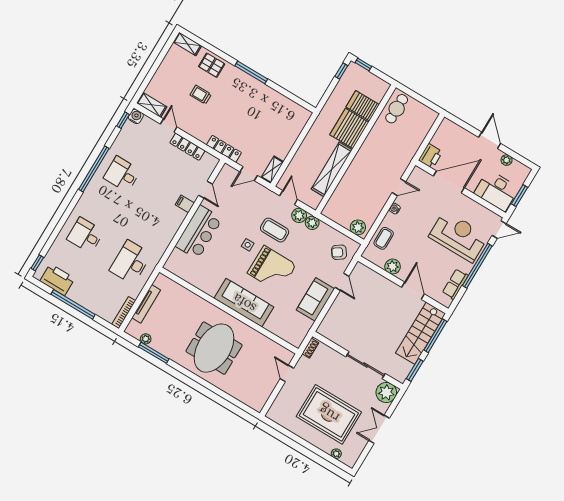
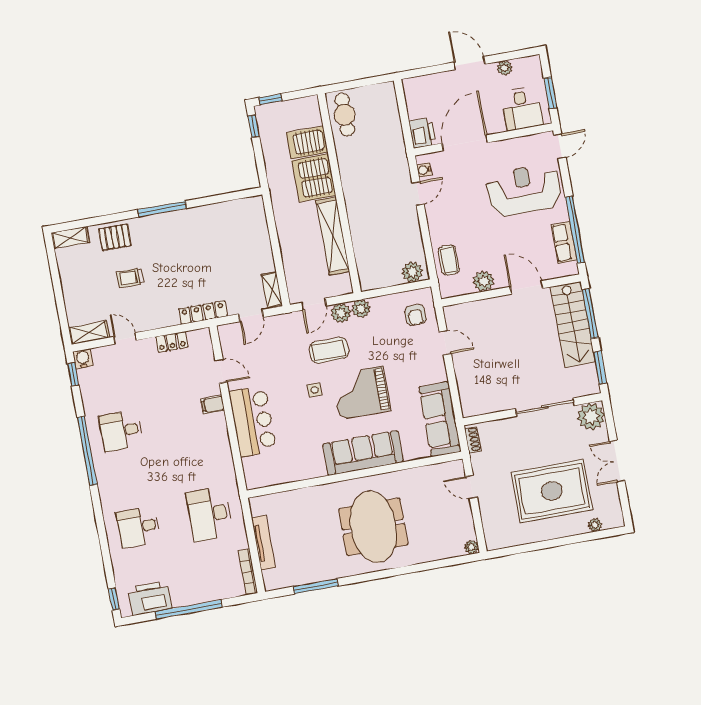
locker: (187, 147) -> (172, 342), width x0.66
desk: (497, 191) -> (522, 109), width x0.73
door: (289, 198) -> (314, 304), swing flipped
water cooler: (395, 209) -> (424, 170), moved
armchair: (339, 252) -> (415, 315), turned -55
window: (477, 266) -> (575, 230), moved
grand piano: (272, 269) -> (361, 393), turned 180
sofa: (315, 299) -> (440, 419), moved, width x1.36
plant: (146, 339) -> (471, 547), moved

